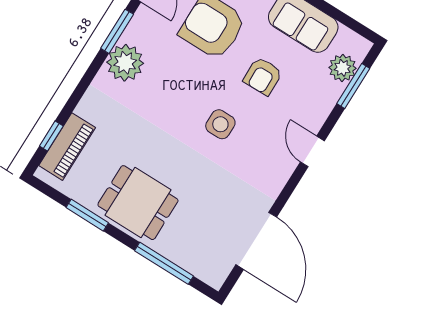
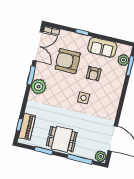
door: (312, 151) -> (123, 96), removed
plant: (214, 273) -> (101, 156), added

